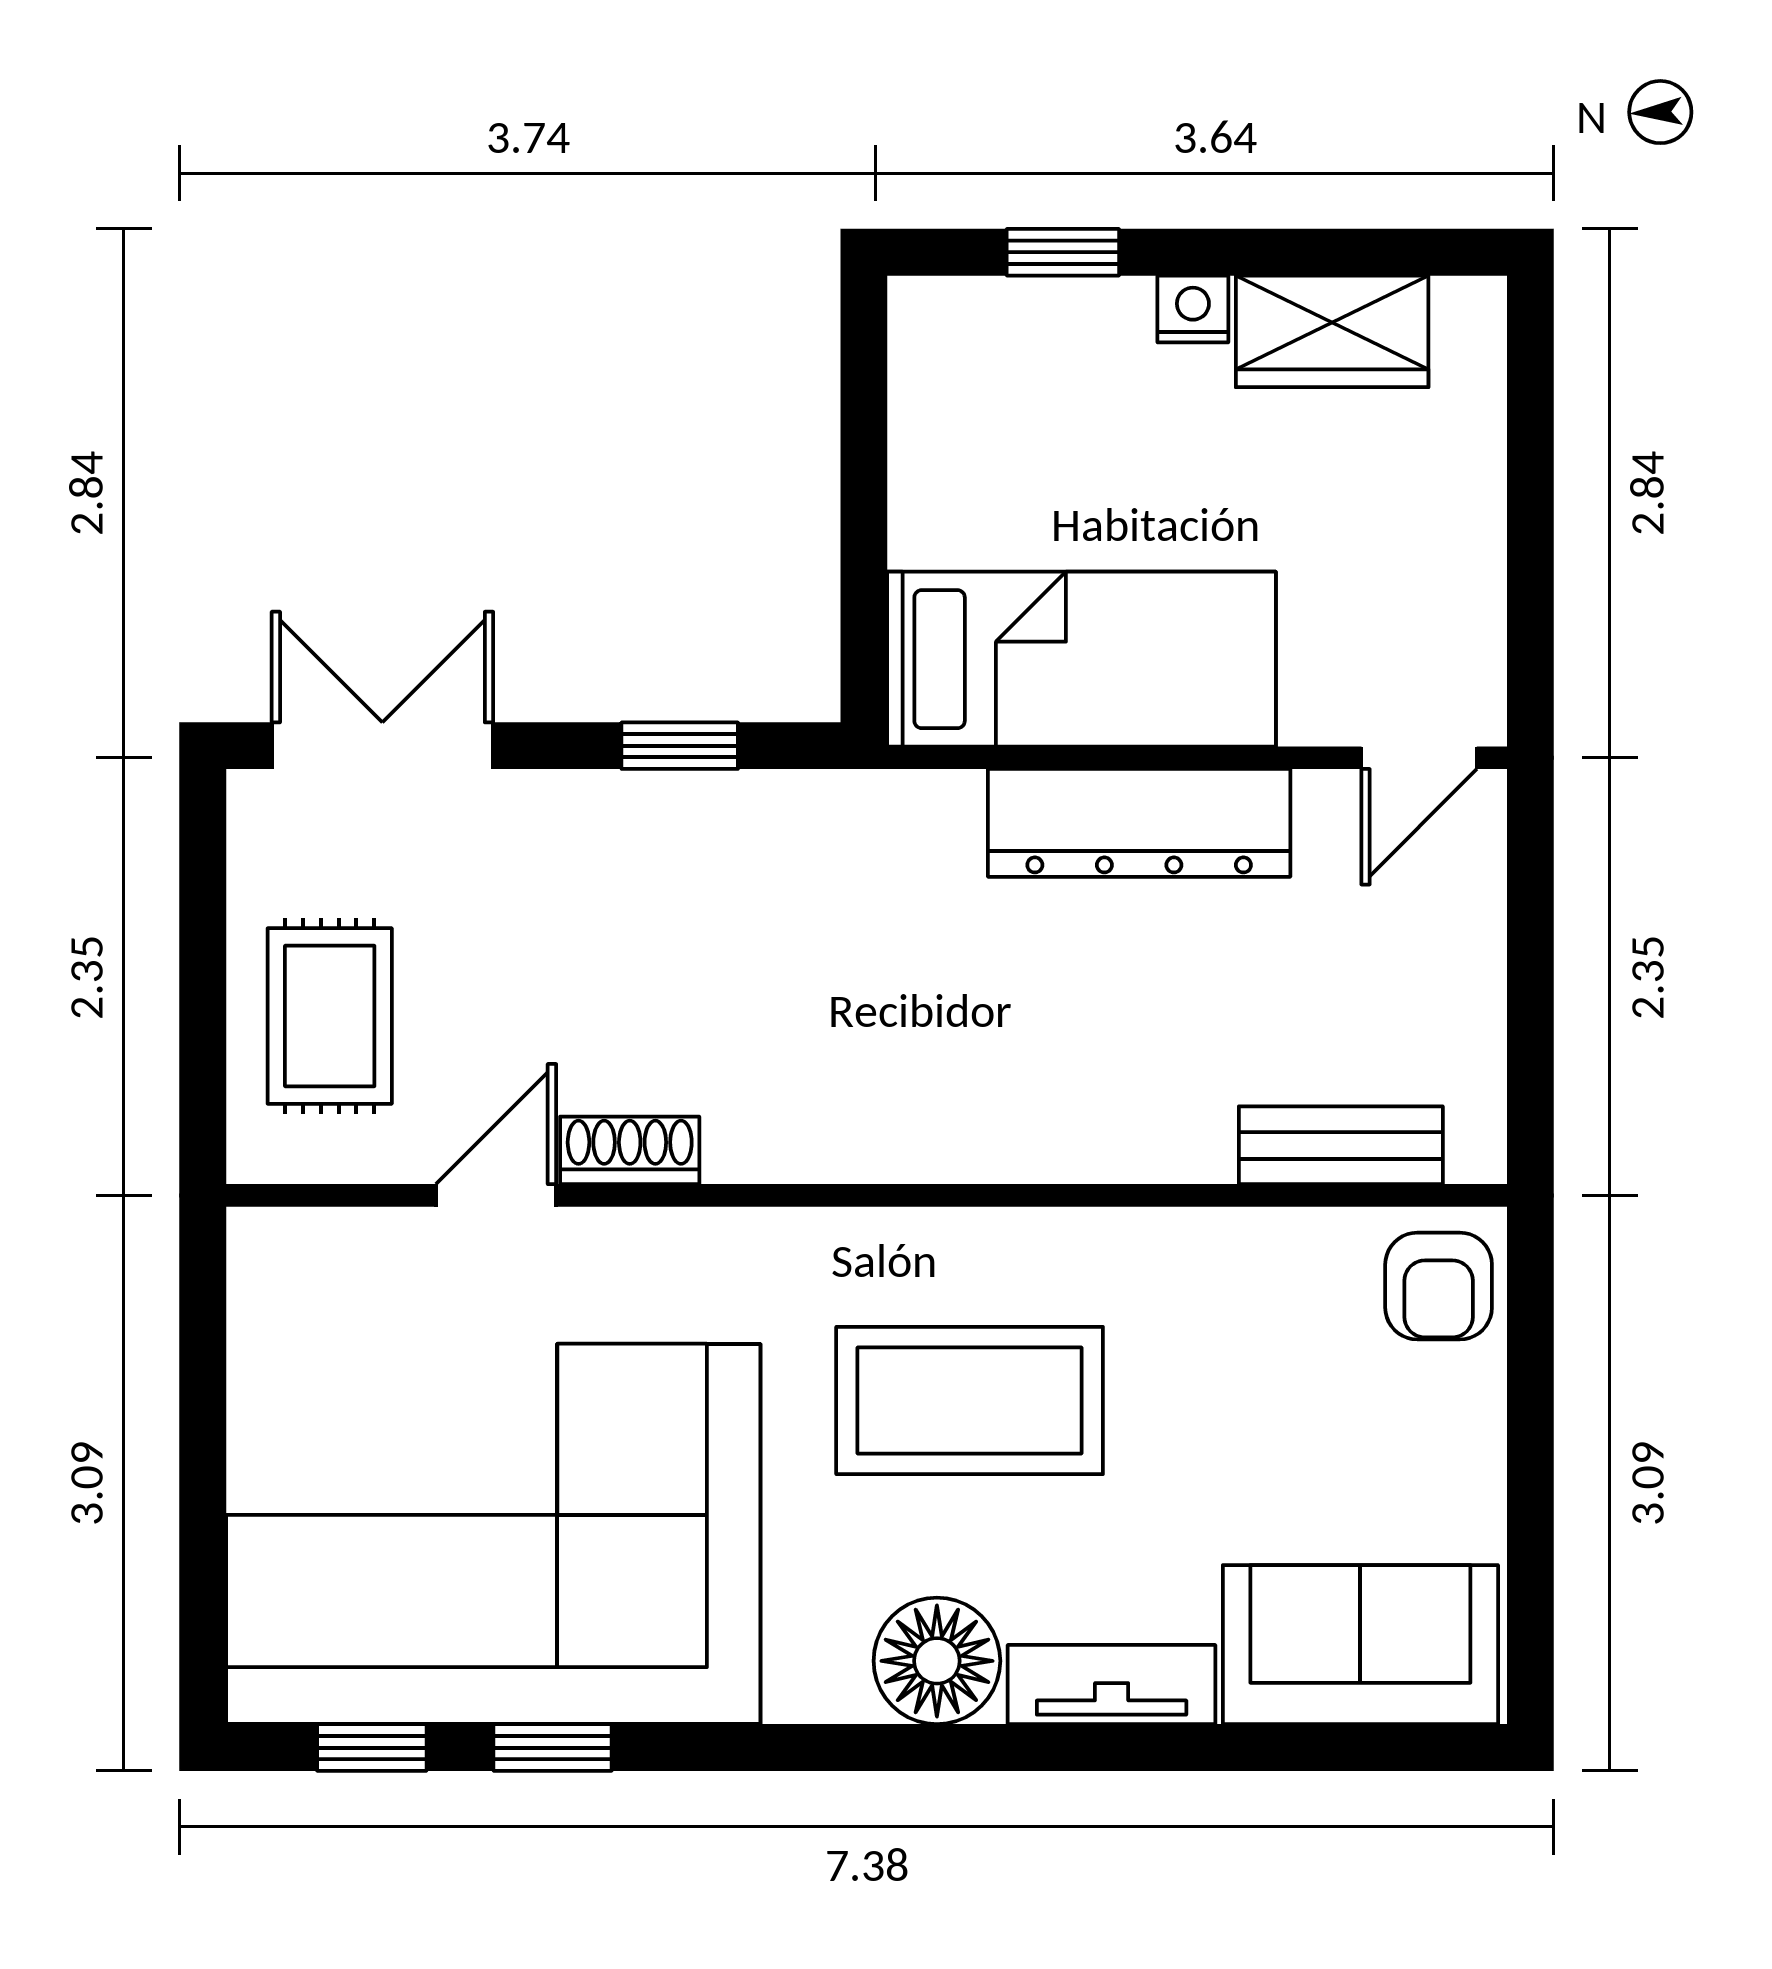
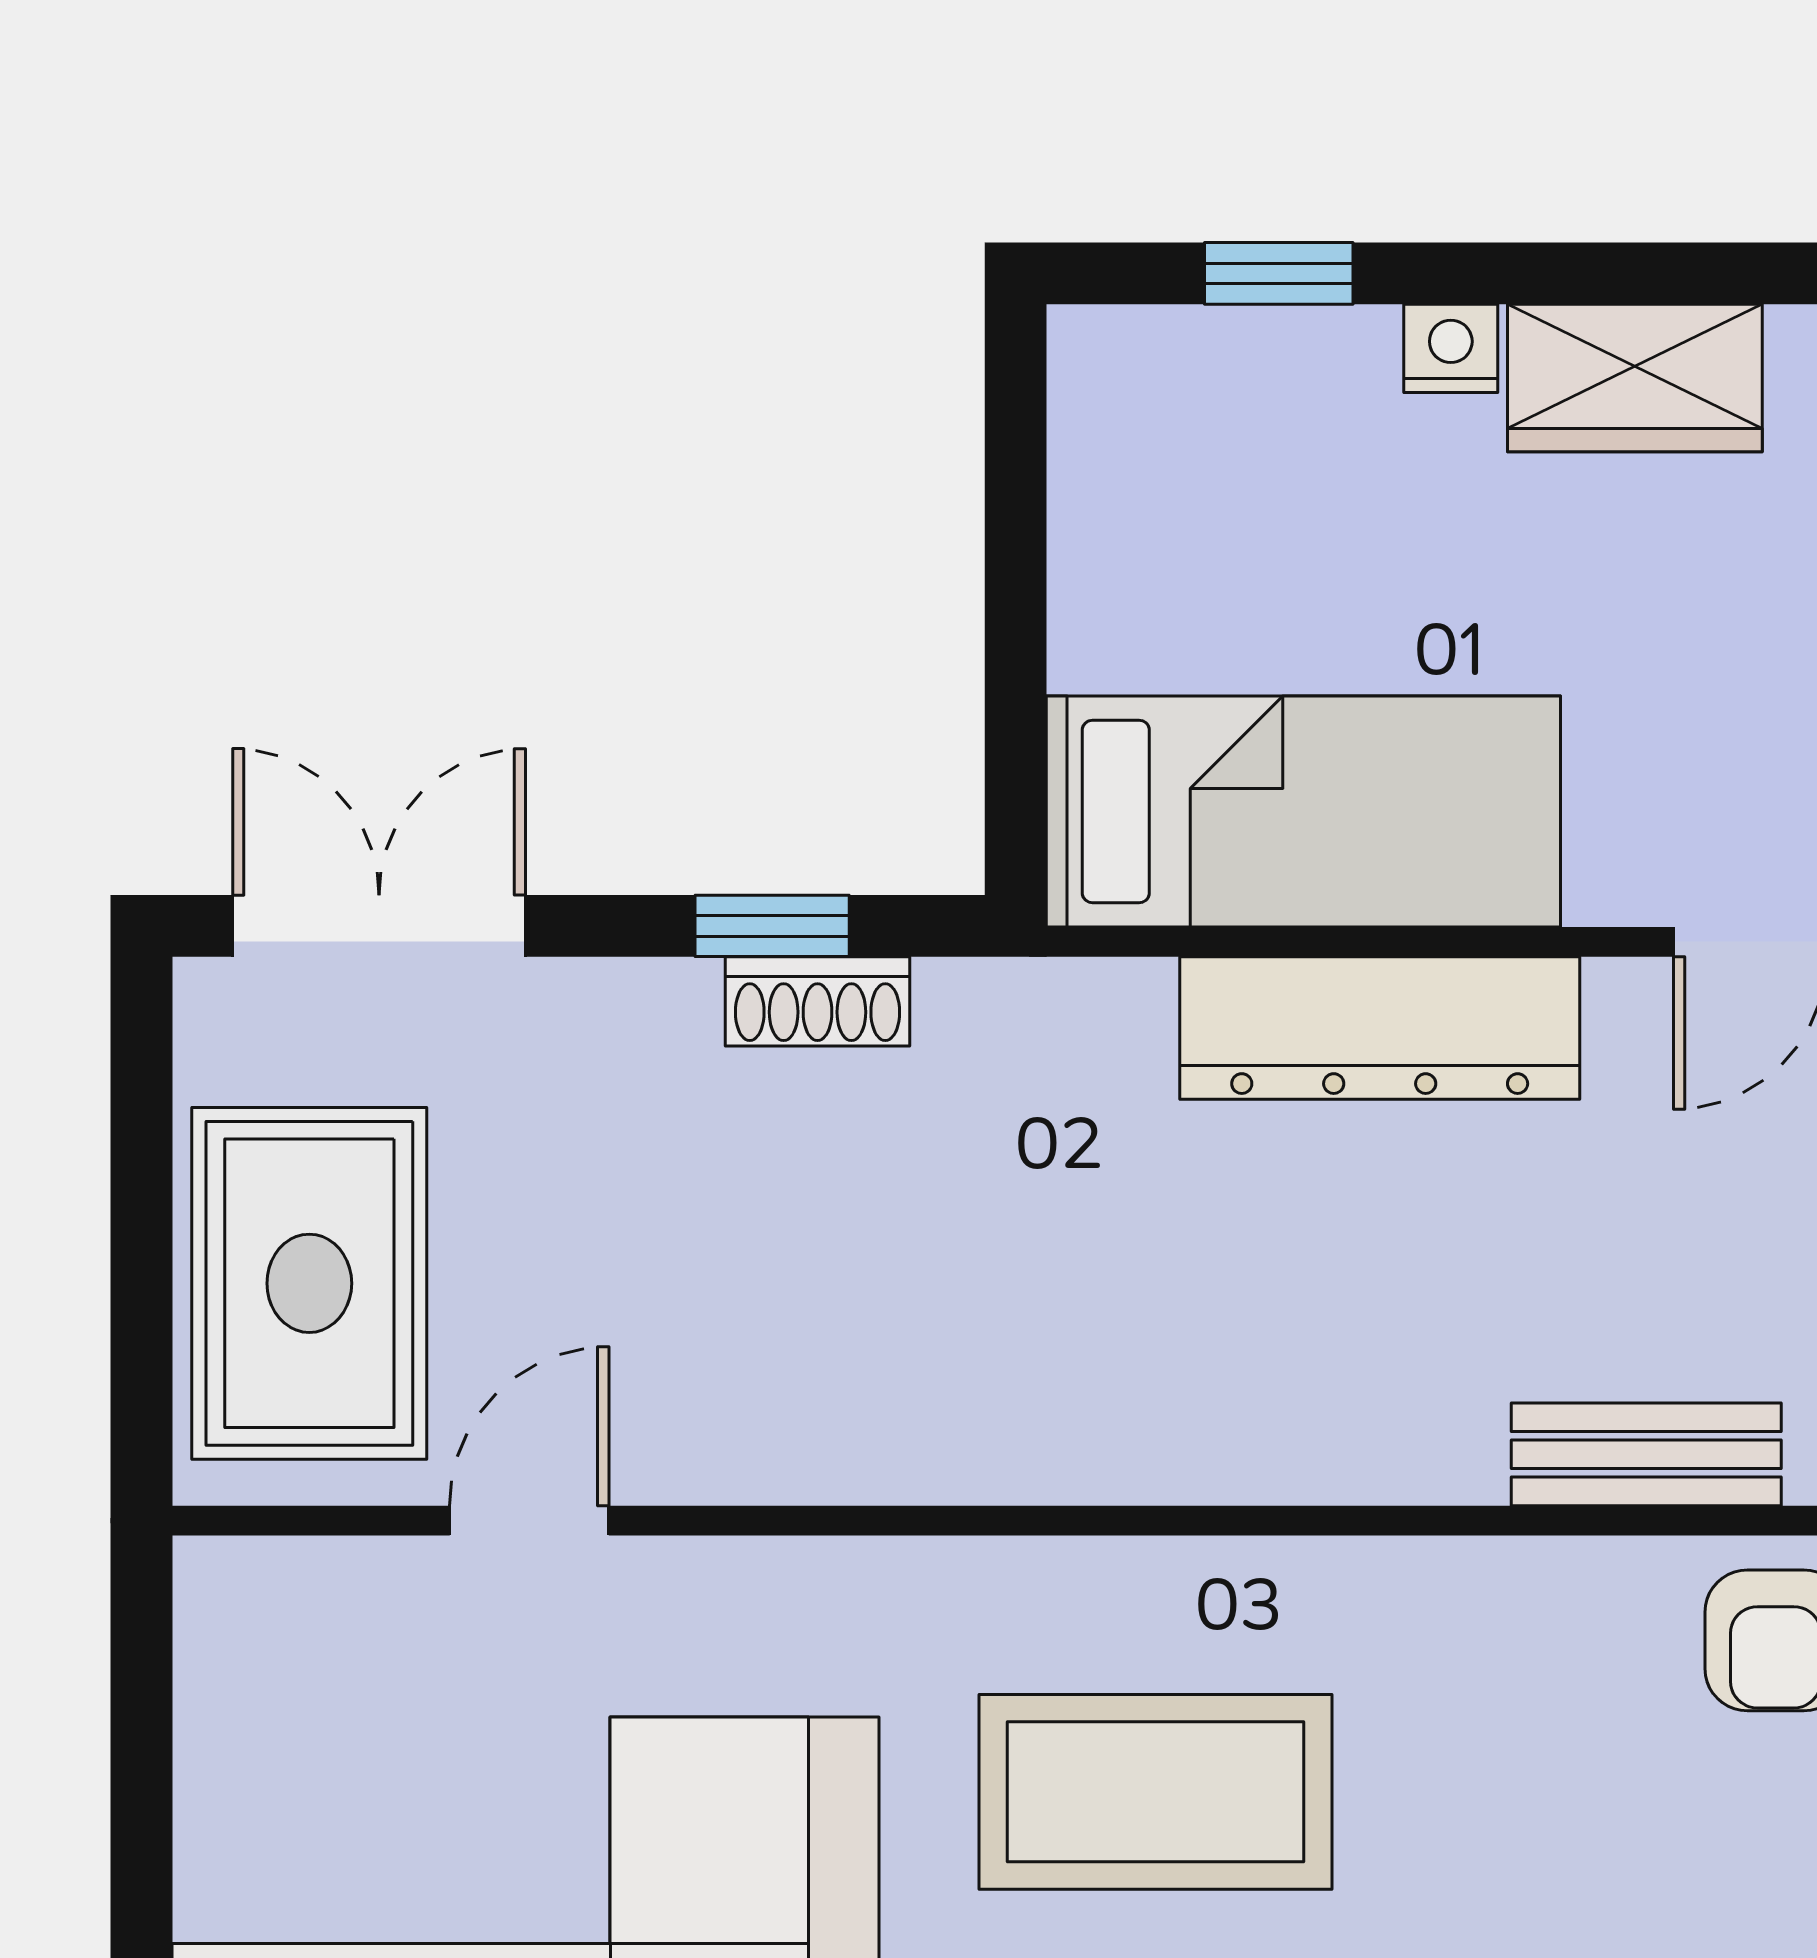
rug: (330, 1016) -> (309, 1283), width x1.36, depth x1.43
shoe rack: (630, 1150) -> (818, 1001), moved, turned 180

